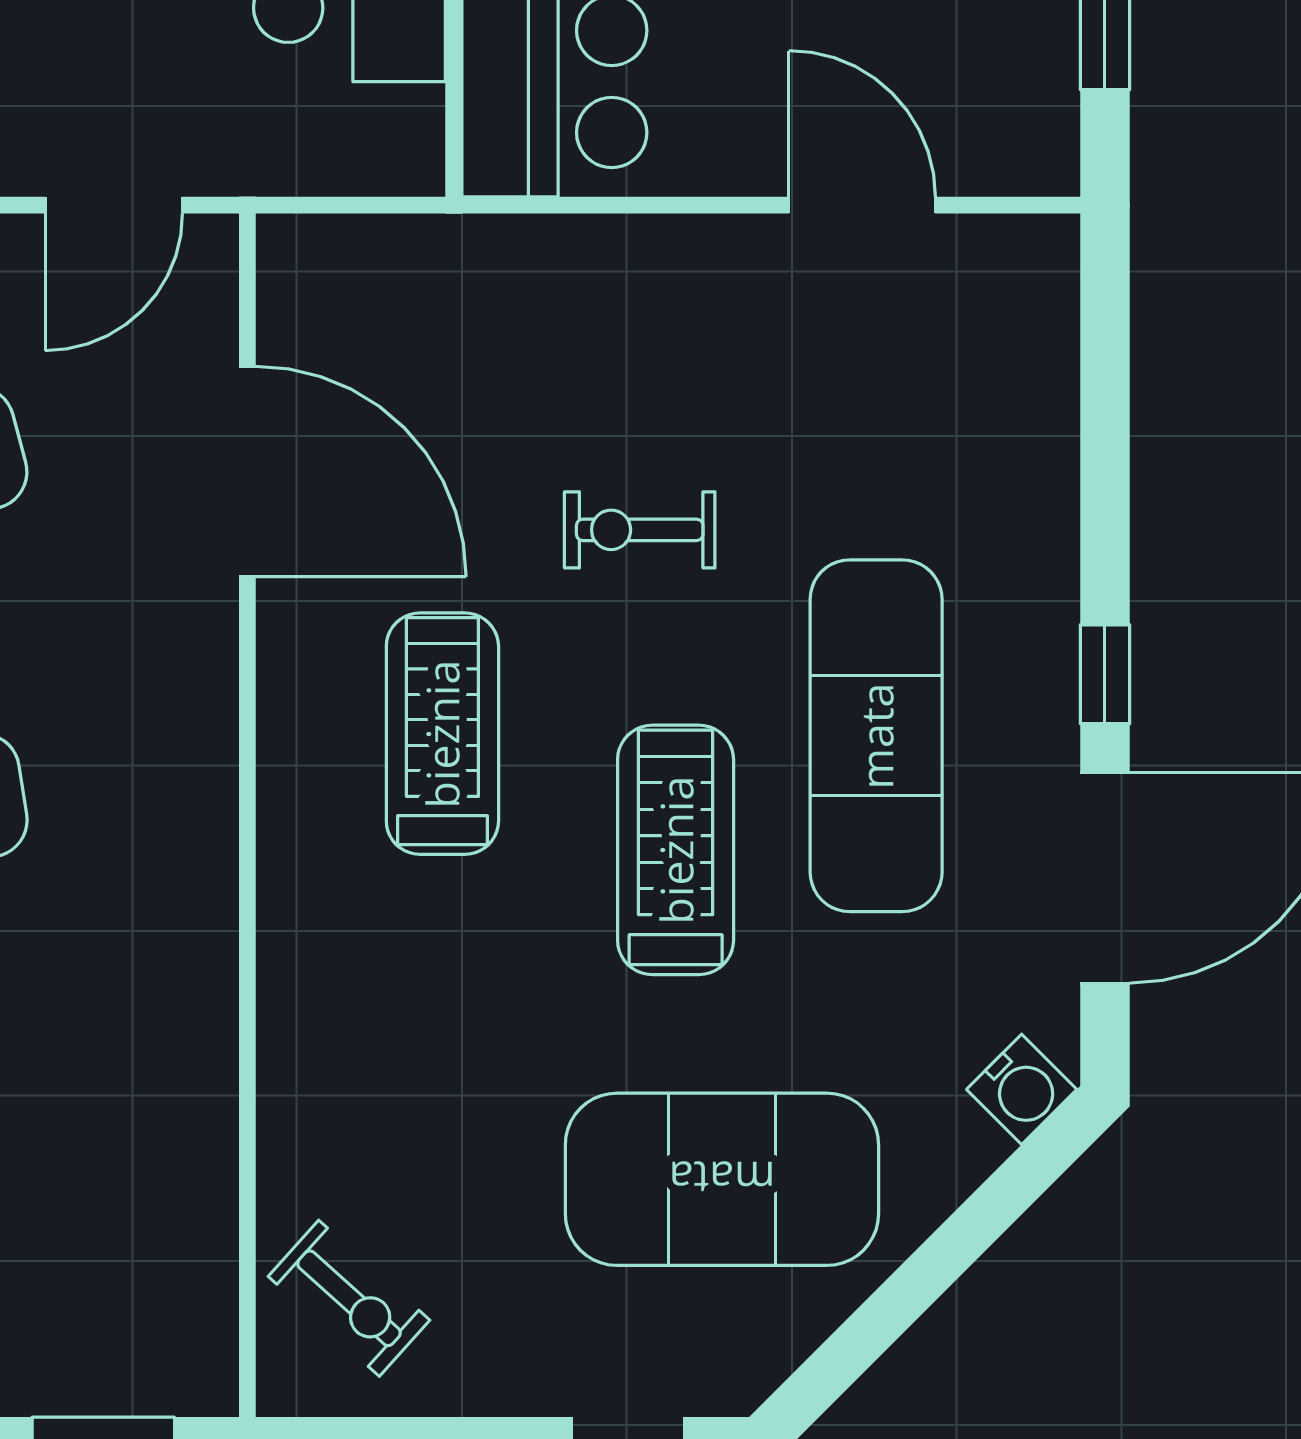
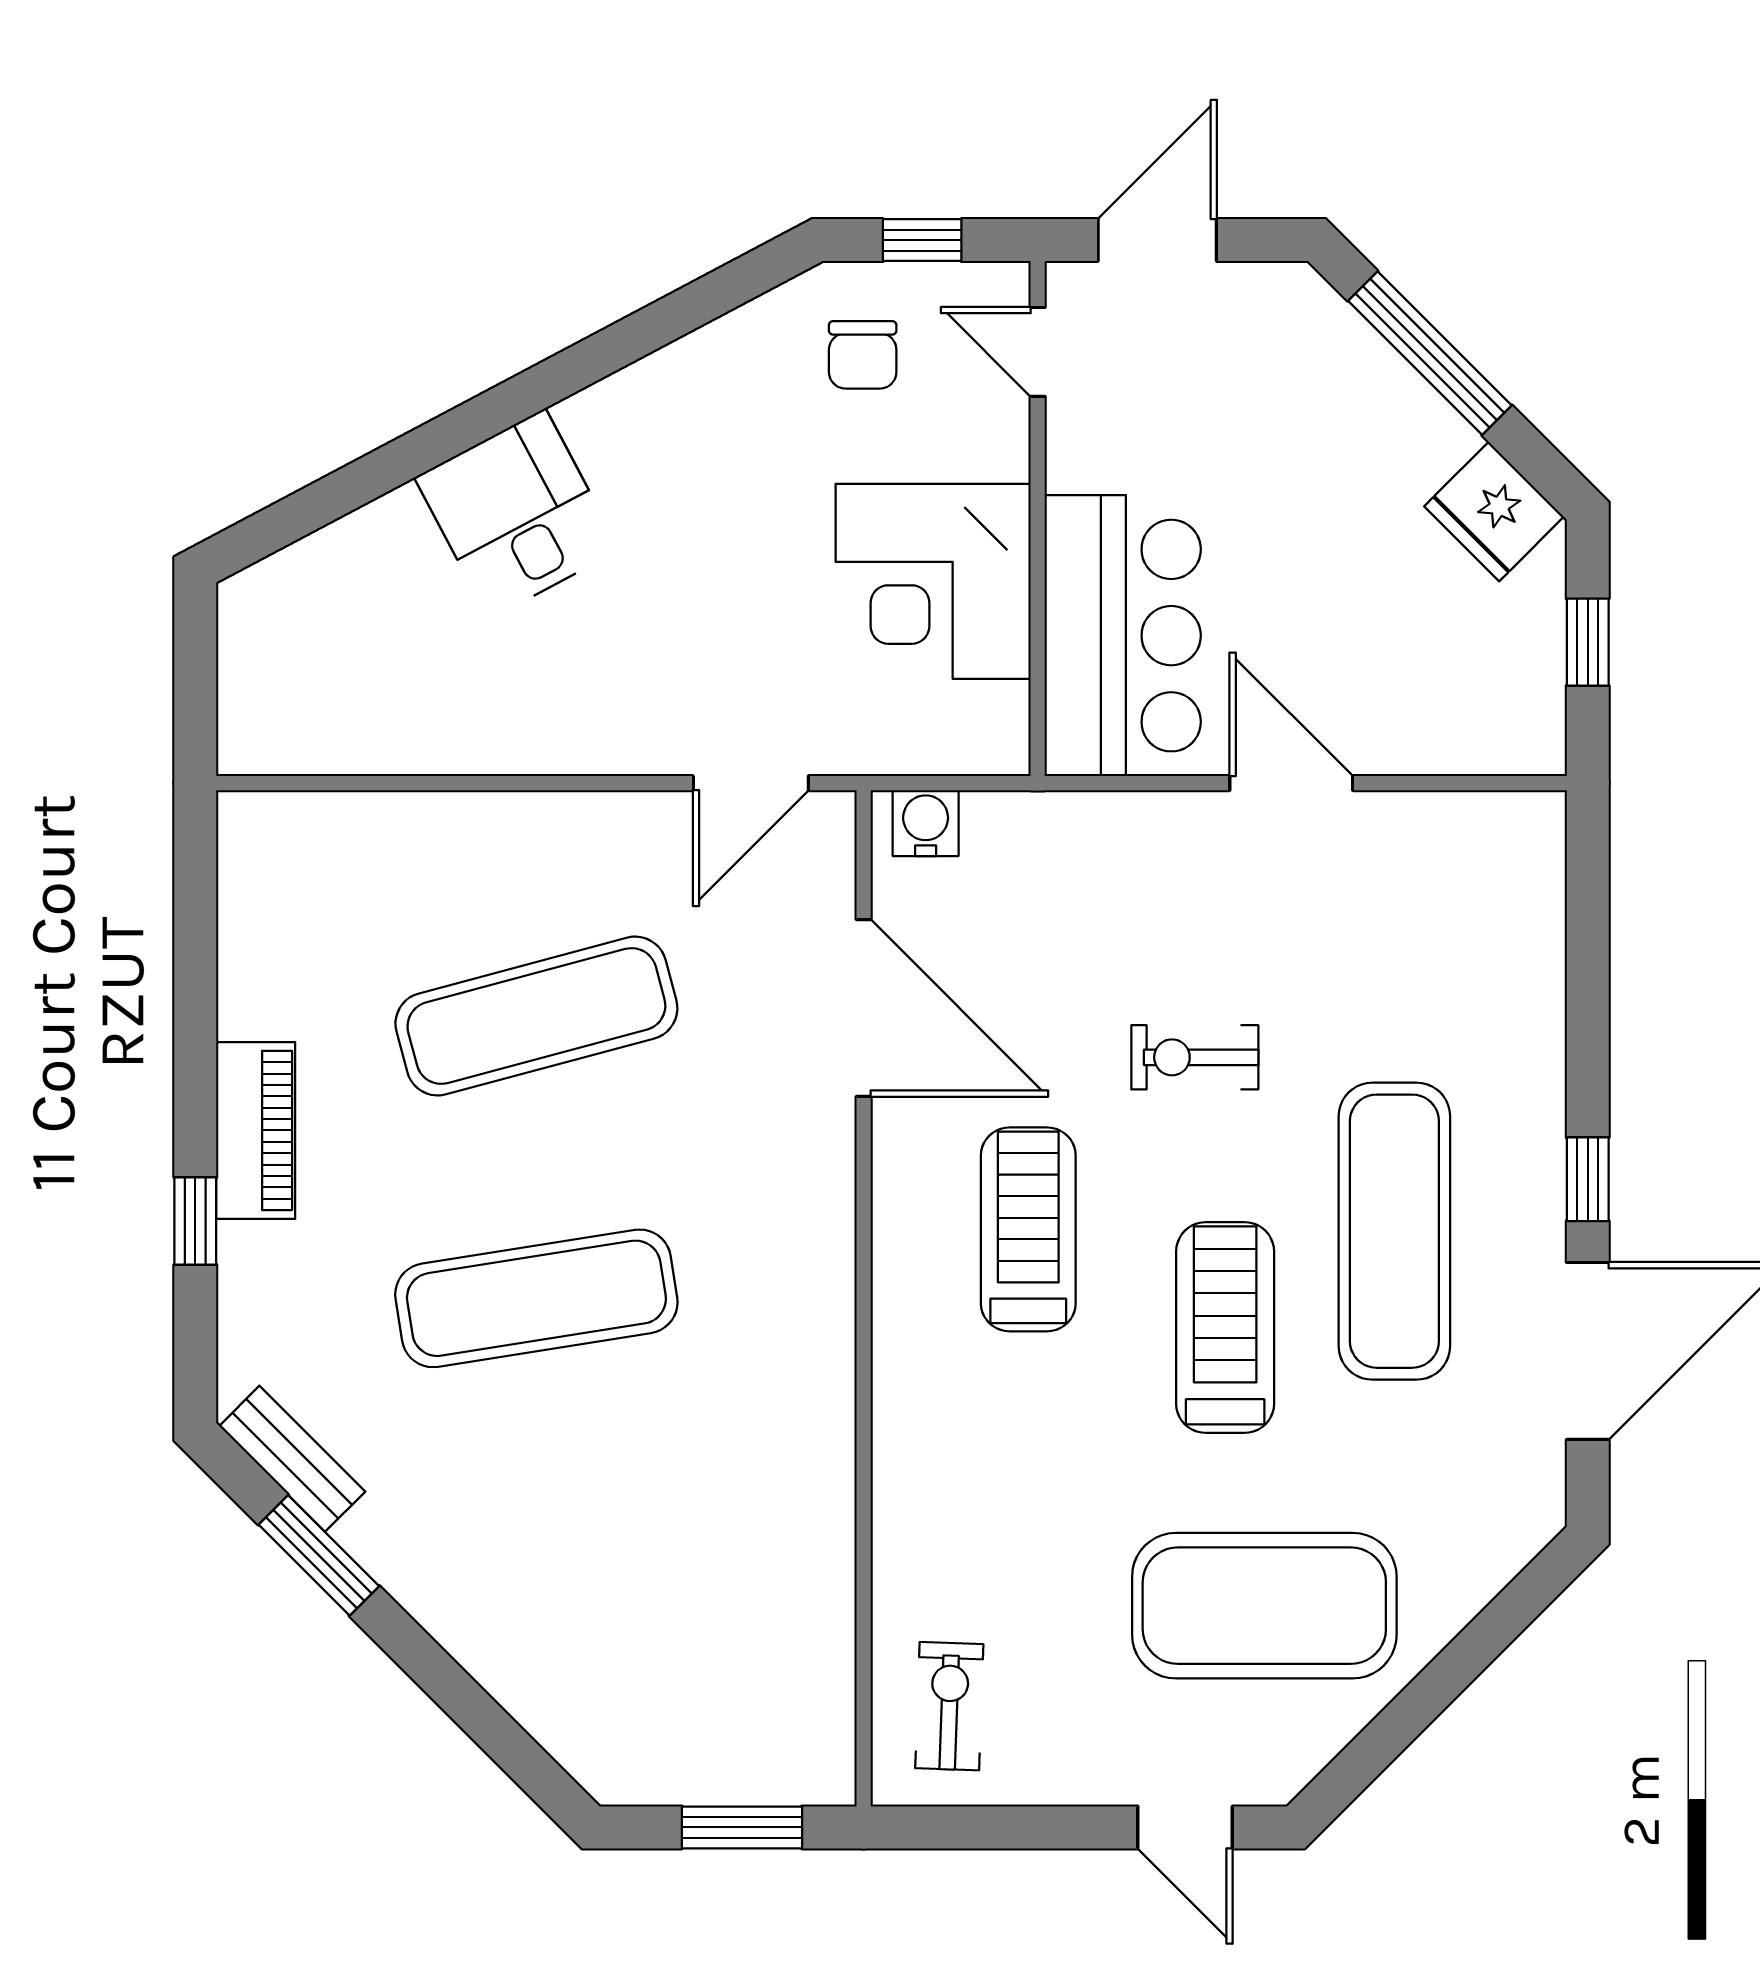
door: (862, 205) -> (1291, 783), moved
water cooler: (1022, 1089) -> (926, 823), moved, turned -135
exercise bike: (349, 1298) -> (949, 1706), turned -130

